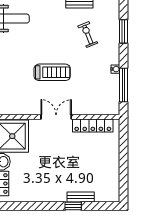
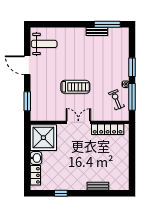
window: (124, 31) -> (132, 67), moved
exercise bike: (88, 35) -> (116, 100), moved
window: (73, 206) -> (61, 193), moved

